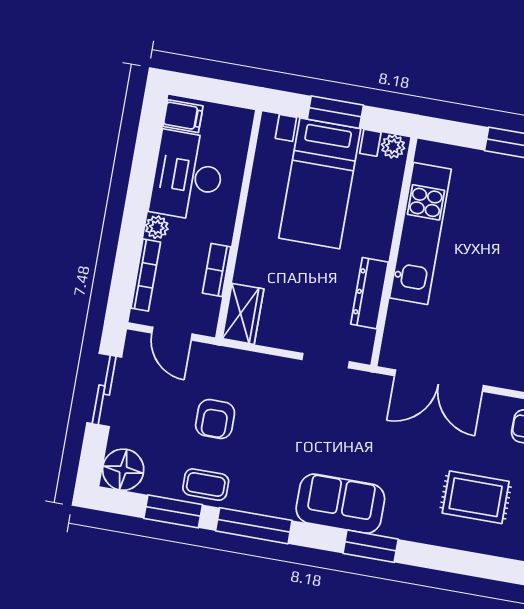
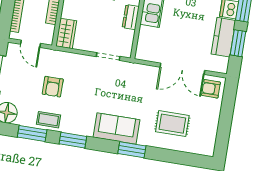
dresser: (370, 293) -> (131, 17), width x0.70
double door: (439, 381) -> (182, 69), moved
rug: (476, 497) -> (172, 124), moved
window: (254, 526) -> (73, 140), width x0.69

